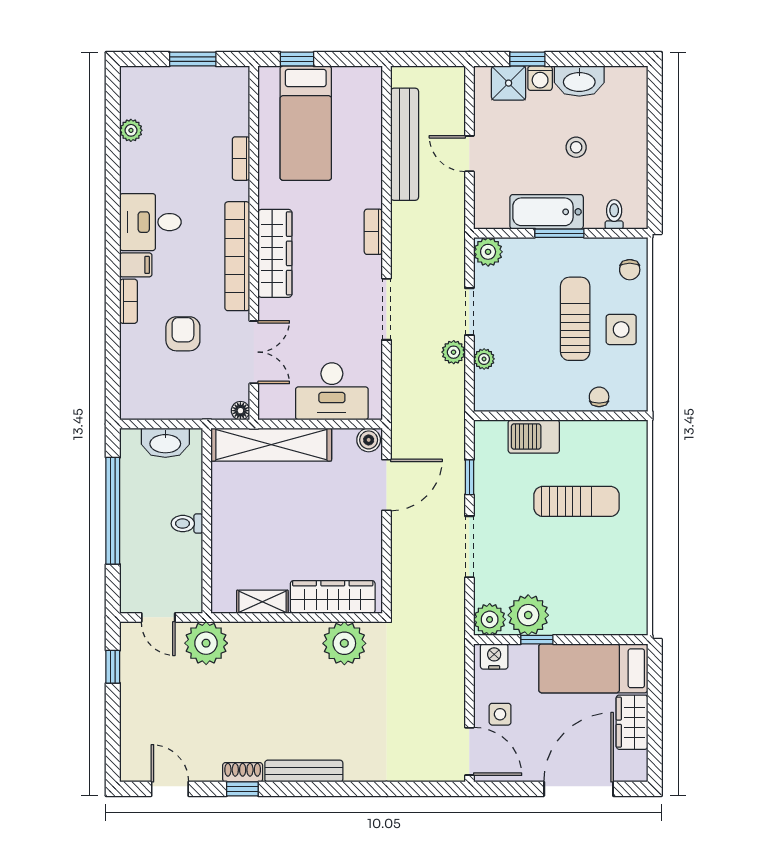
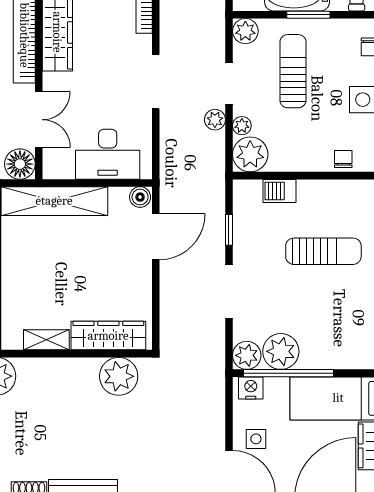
sun lounger: (575, 319) -> (293, 71), moved
plant: (494, 392) -> (250, 154), added
floor lamp: (240, 411) -> (20, 164), width x1.89, depth x1.89
barbecue: (534, 437) -> (280, 191), width x0.73, depth x0.79
window: (537, 640) -> (288, 373), width x3.17

